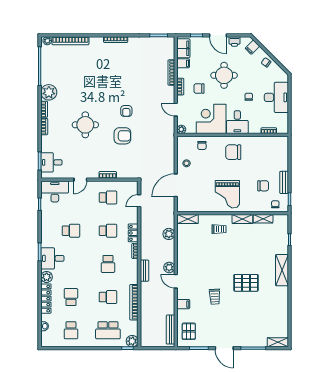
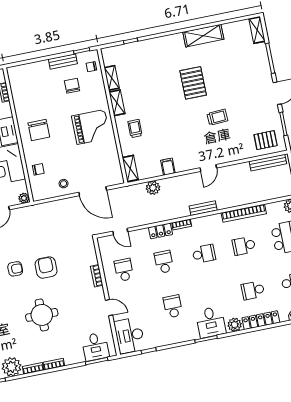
plant: (169, 267) -> (193, 179), removed
shelving: (282, 270) -> (203, 36), moved
school desk: (108, 297) -> (244, 246), turned -90
filing cabinet: (183, 304) -> (168, 167), moved

